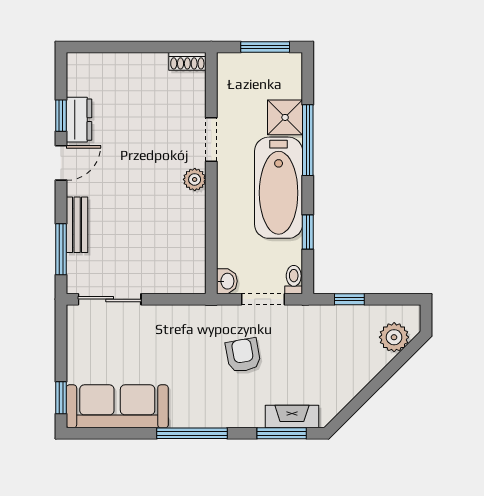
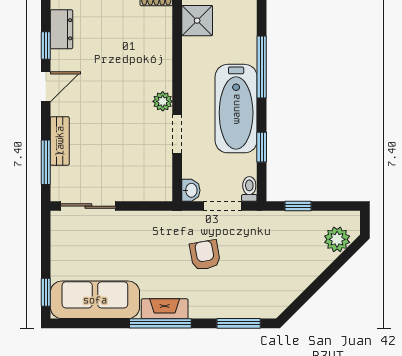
shower: (285, 117) -> (197, 21), moved
dresser: (79, 120) -> (62, 29), moved
doorway: (211, 140) -> (177, 134), moved
fireplace: (292, 417) -> (165, 309), moved

